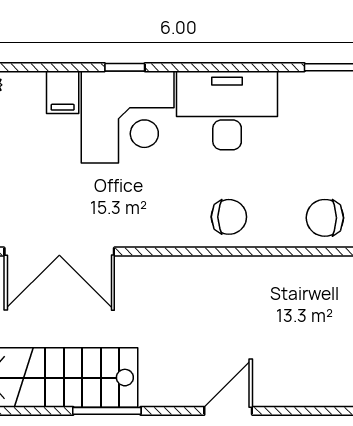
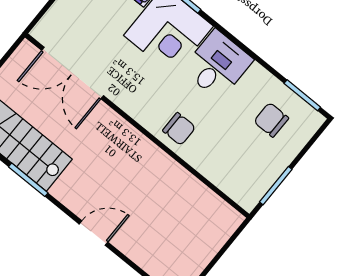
desk: (227, 110) -> (218, 65), width x0.73
chair: (325, 218) -> (271, 120), moved

